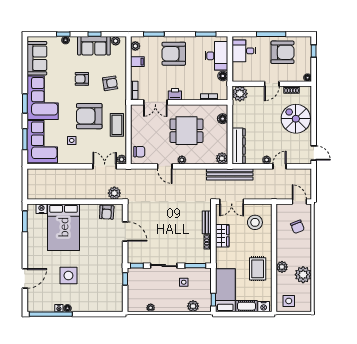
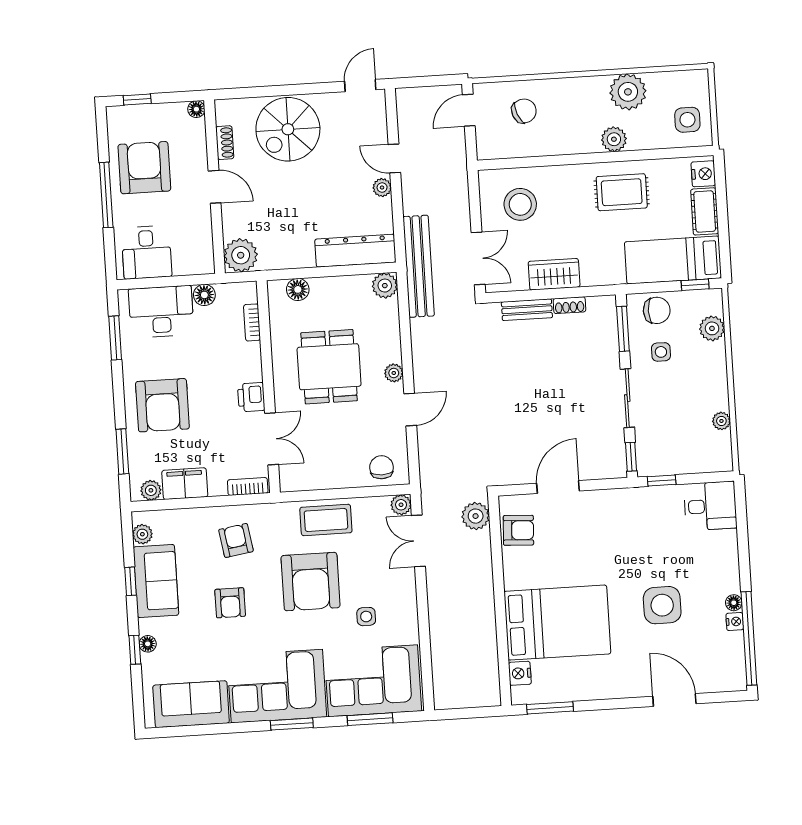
filing cabinet: (137, 62) -> (185, 484), width x2.00
chair: (203, 281) -> (657, 310), added
desk: (112, 300) -> (710, 506), added

